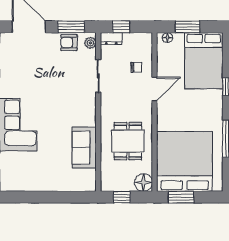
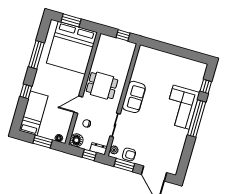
bed: (204, 61) -> (34, 113), width x0.67
dining table: (128, 141) -> (102, 86), moved, turned 90
sofa: (84, 148) -> (134, 97), moved
floor lamp: (144, 183) -> (76, 140), moved
window: (181, 197) -> (71, 20), moved

